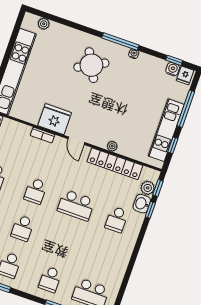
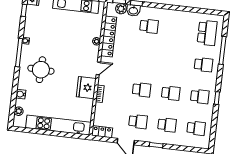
round table: (91, 65) -> (41, 70), turned 30
water cooler: (173, 69) -> (21, 94), moved
school desk: (76, 205) -> (145, 58), removed

